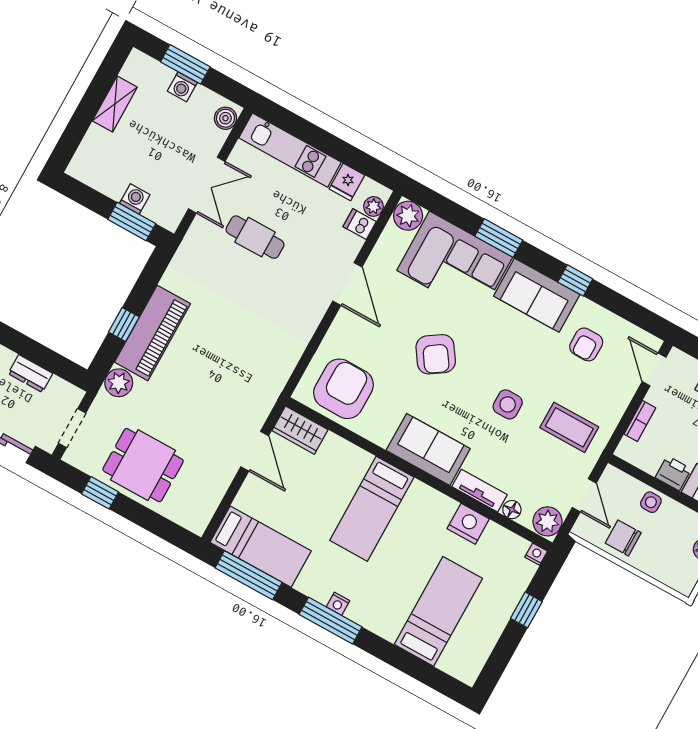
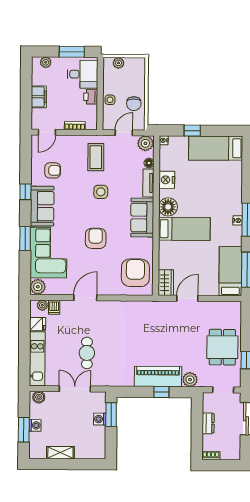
armchair: (436, 354) -> (96, 238), turned -56
armchair: (343, 389) -> (135, 273), turned 90
floor lamp: (423, 502) -> (168, 207), added
bed: (438, 611) -> (216, 148), moved

